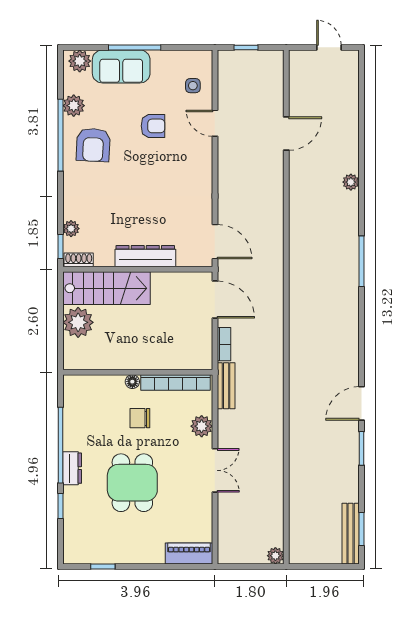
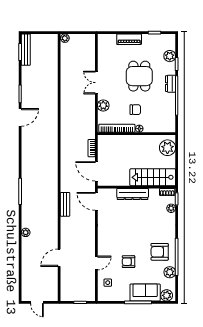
door: (215, 123) -> (96, 263), hinge flipped
armchair: (93, 145) -> (160, 252), turned -93
plant: (78, 322) -> (167, 148), moved
bench: (226, 386) -> (65, 204), moved
plant: (74, 521) -> (170, 56), added
piano: (189, 553) -> (129, 39), moved

